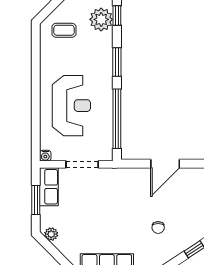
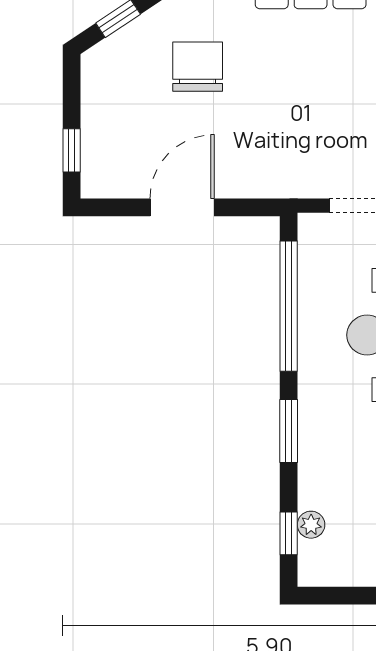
plant: (101, 19) -> (311, 525), width x0.53, depth x0.53
chair: (158, 228) -> (198, 67), width x1.87, depth x1.87

